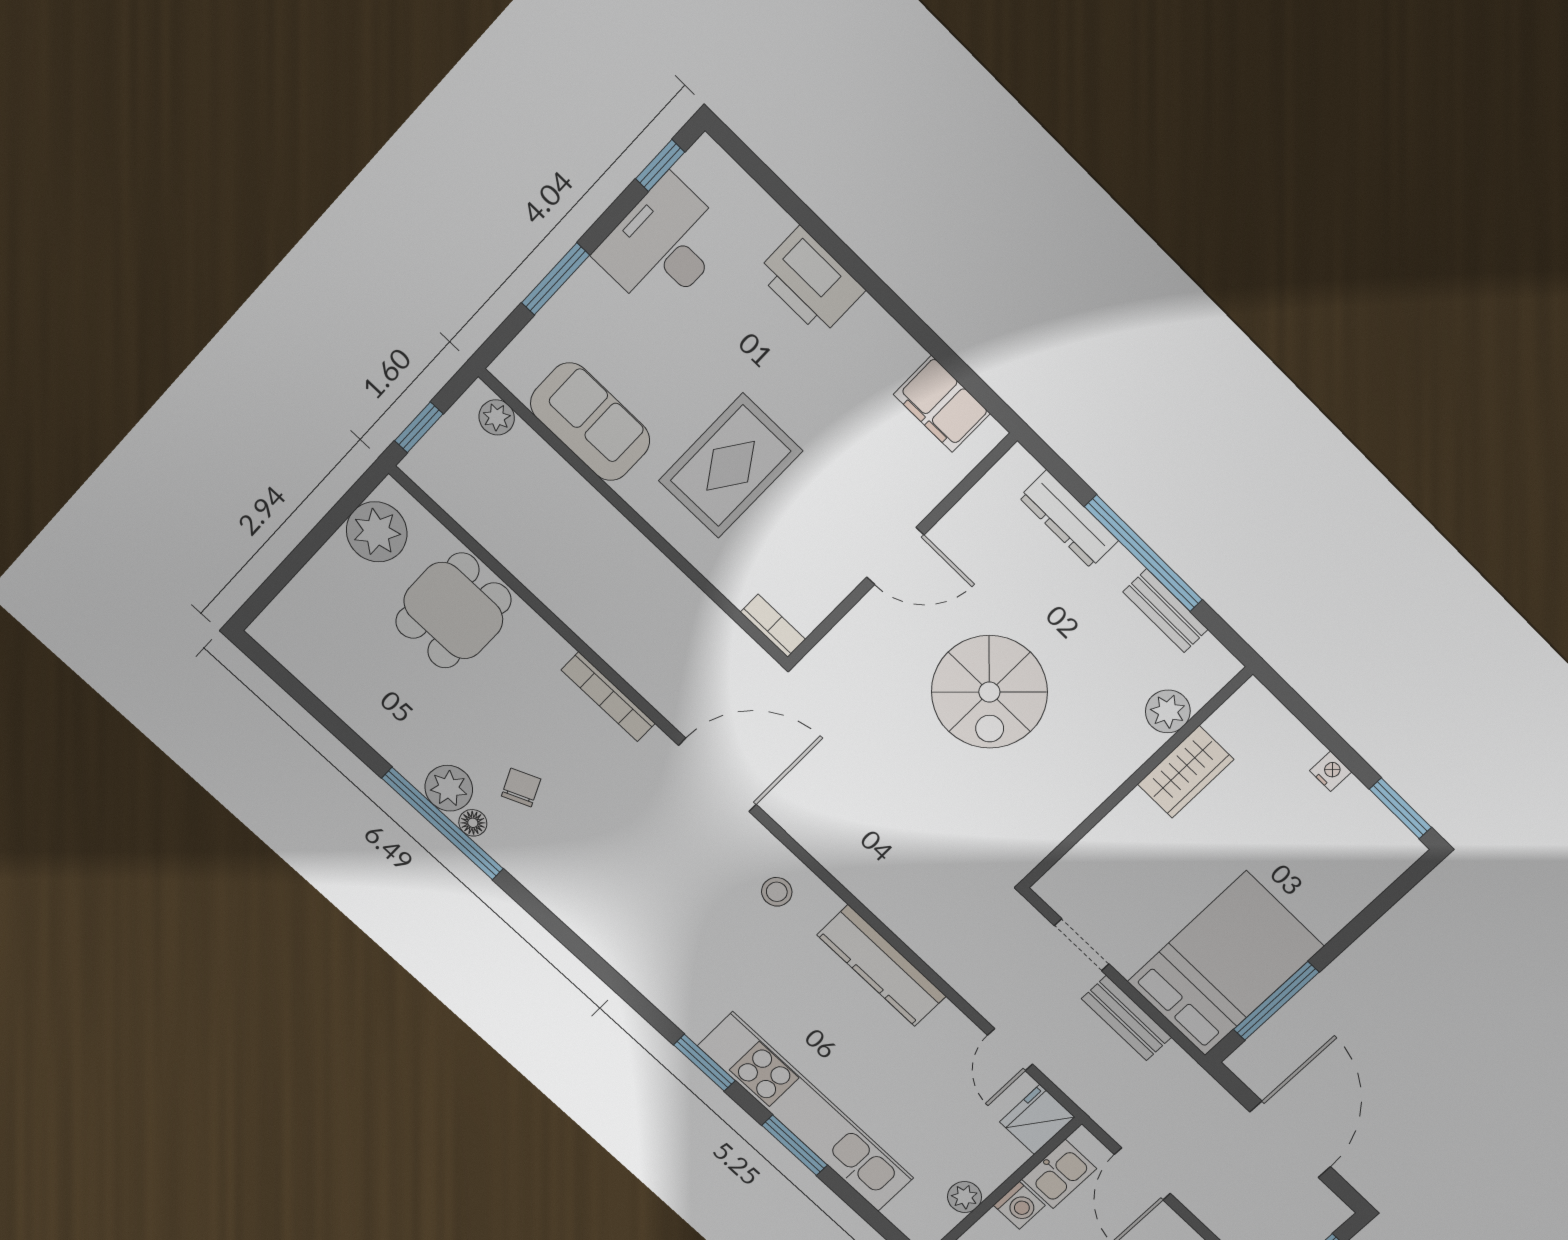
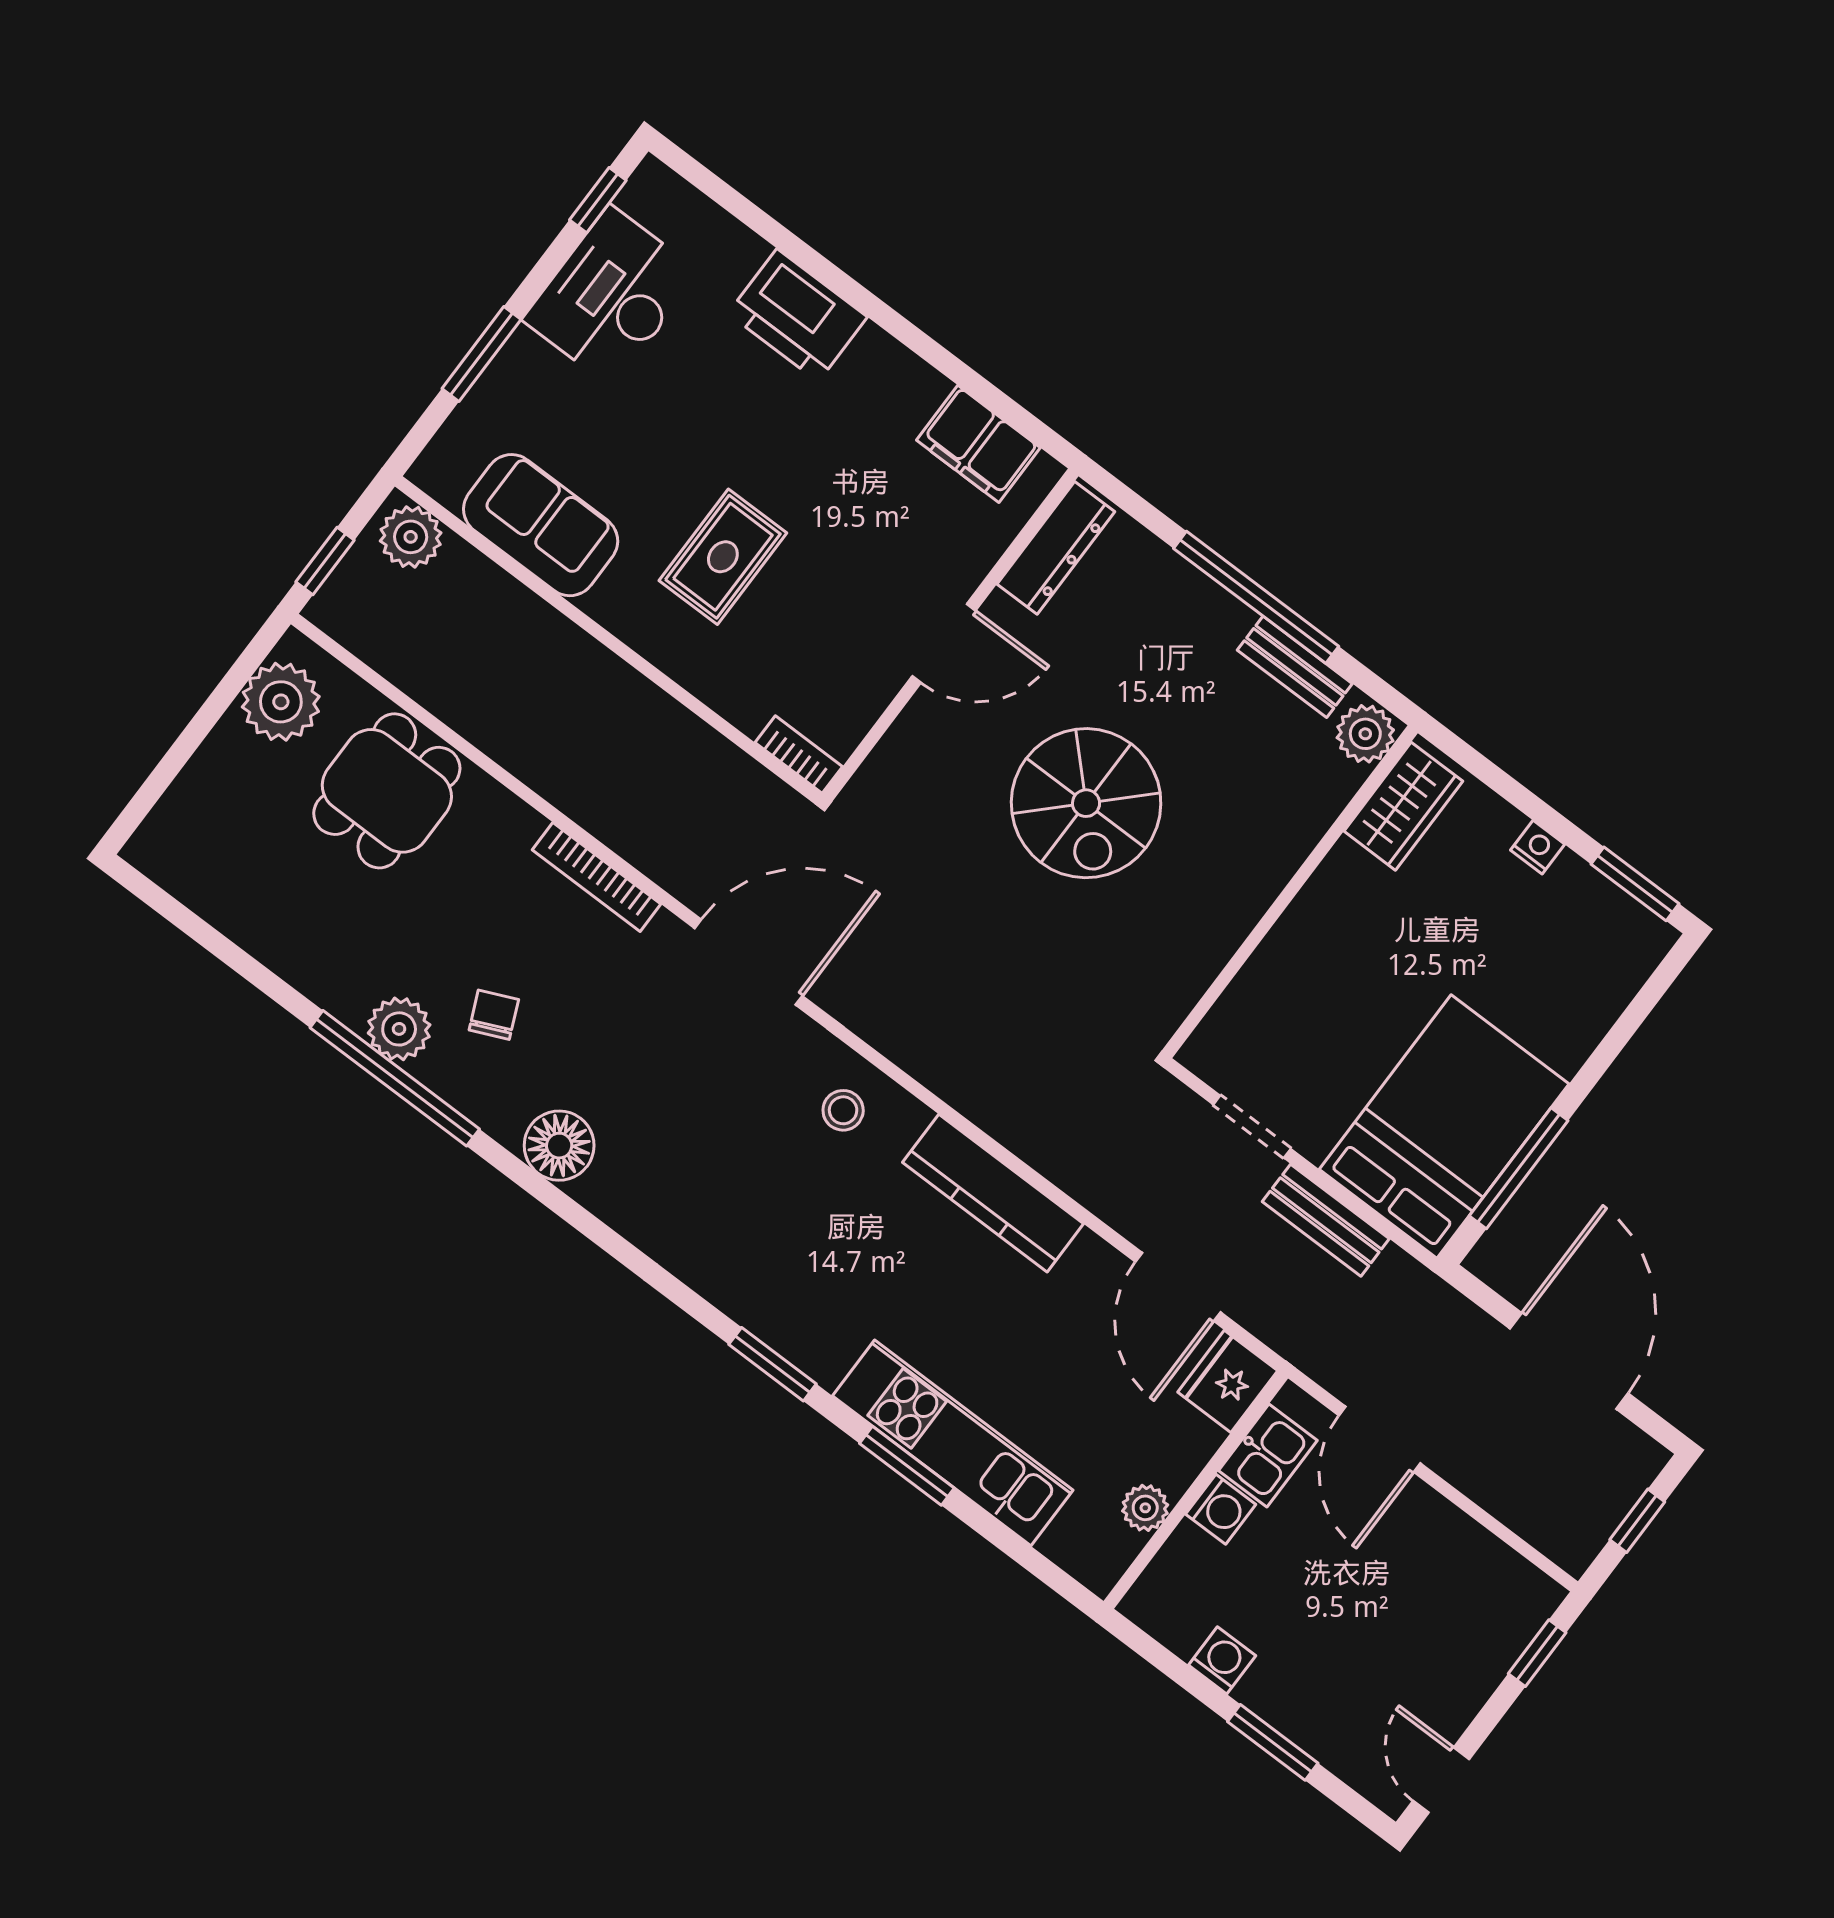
plant: (497, 417) -> (411, 537), width x1.38, depth x1.38
rug: (731, 466) -> (723, 557), width x0.73, depth x0.70
dresser: (1069, 519) -> (1056, 548), moved, turned -90
plant: (1168, 711) -> (1365, 734), moved
wardrobe: (1186, 772) -> (1403, 806), moved
floor lamp: (473, 823) -> (559, 1146), moved, width x1.89, depth x1.89
door: (1010, 1050) -> (1178, 1287), width x1.38
kitchen unit: (806, 1112) -> (953, 1443), width x0.73

